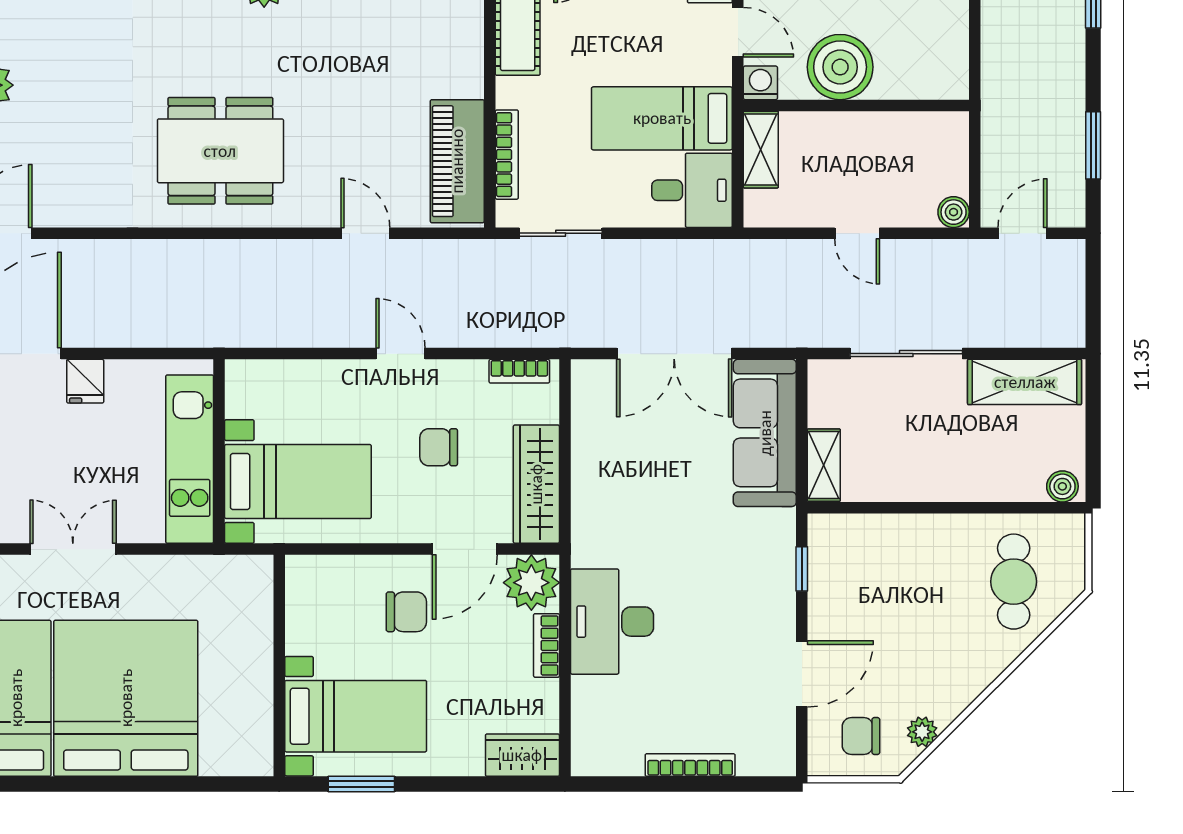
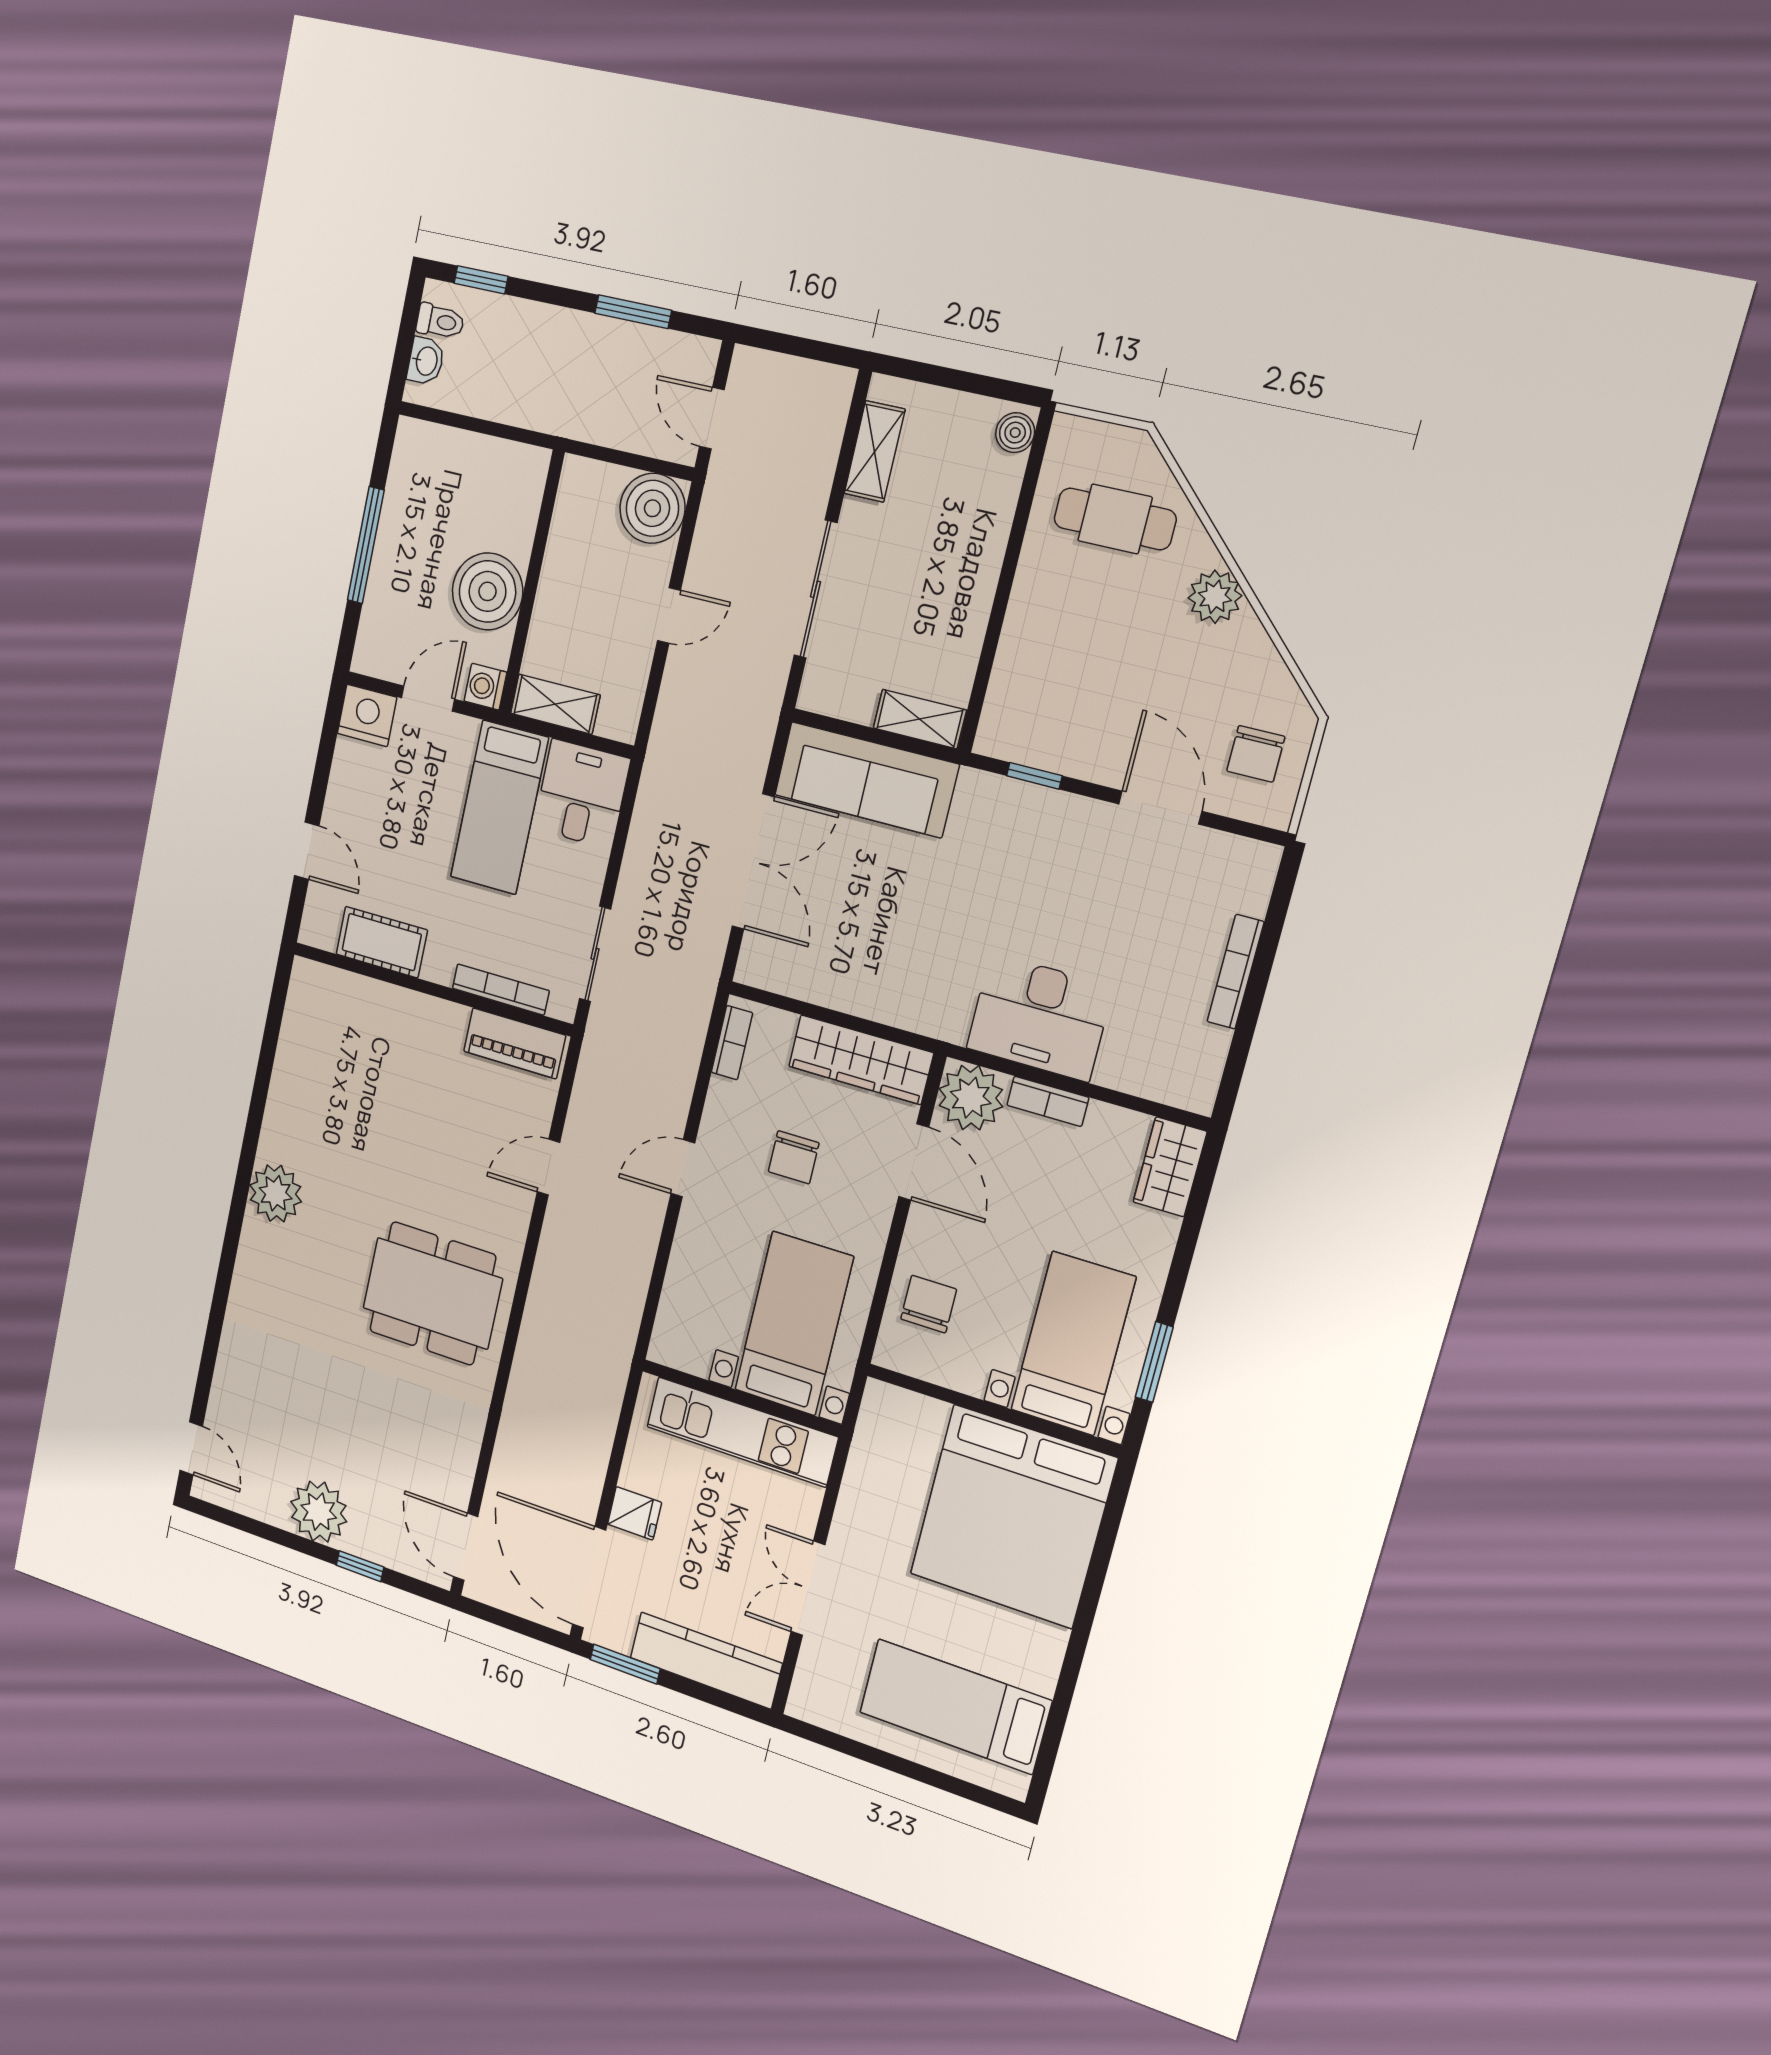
dining table: (220, 151) -> (432, 1293), turned 90
piano: (457, 161) -> (514, 1043), width x0.73, depth x0.75
boiler: (954, 212) -> (652, 508), width x1.86, depth x1.86
shelving: (1025, 382) -> (875, 451), width x0.67, depth x0.75
chair: (406, 612) -> (929, 1304), moved
bed: (126, 698) -> (1013, 1517), moved, turned -90
plant: (922, 732) -> (1215, 597), moved, width x1.38, depth x1.38

